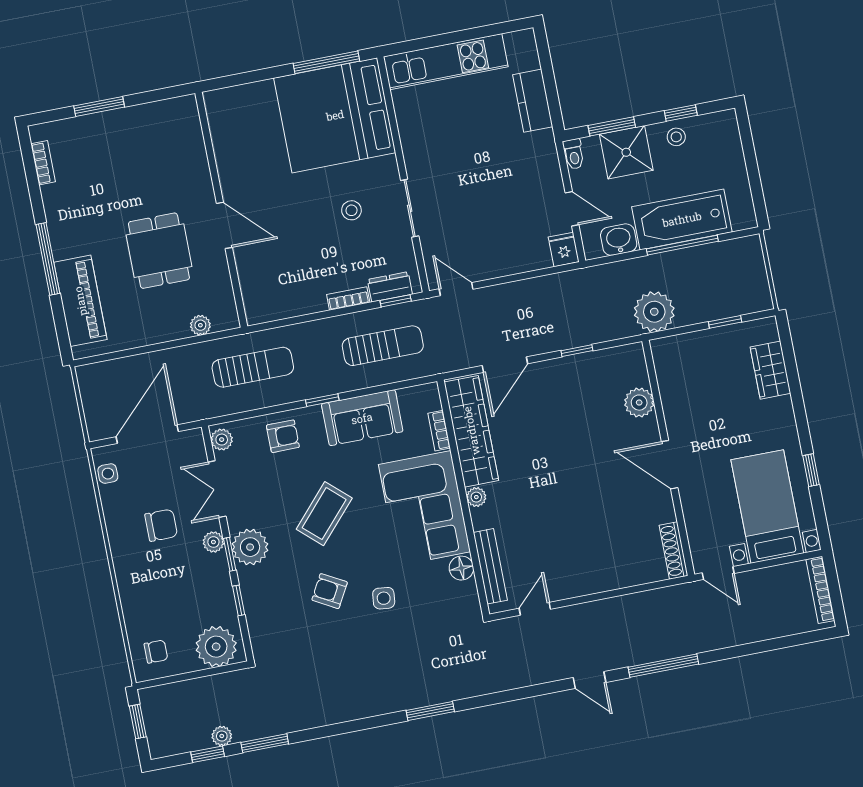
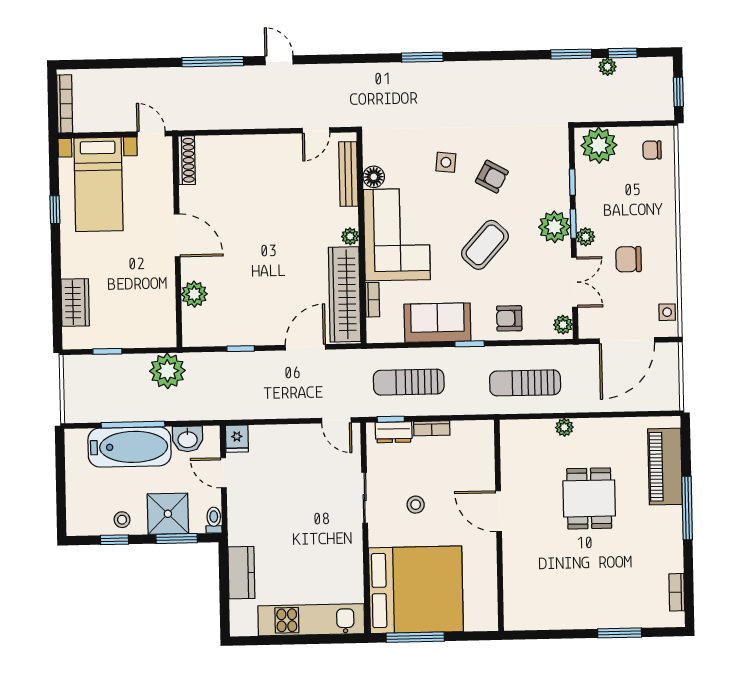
wall: (221, 210) -> (499, 525), moved
door: (224, 225) -> (499, 511), moved

